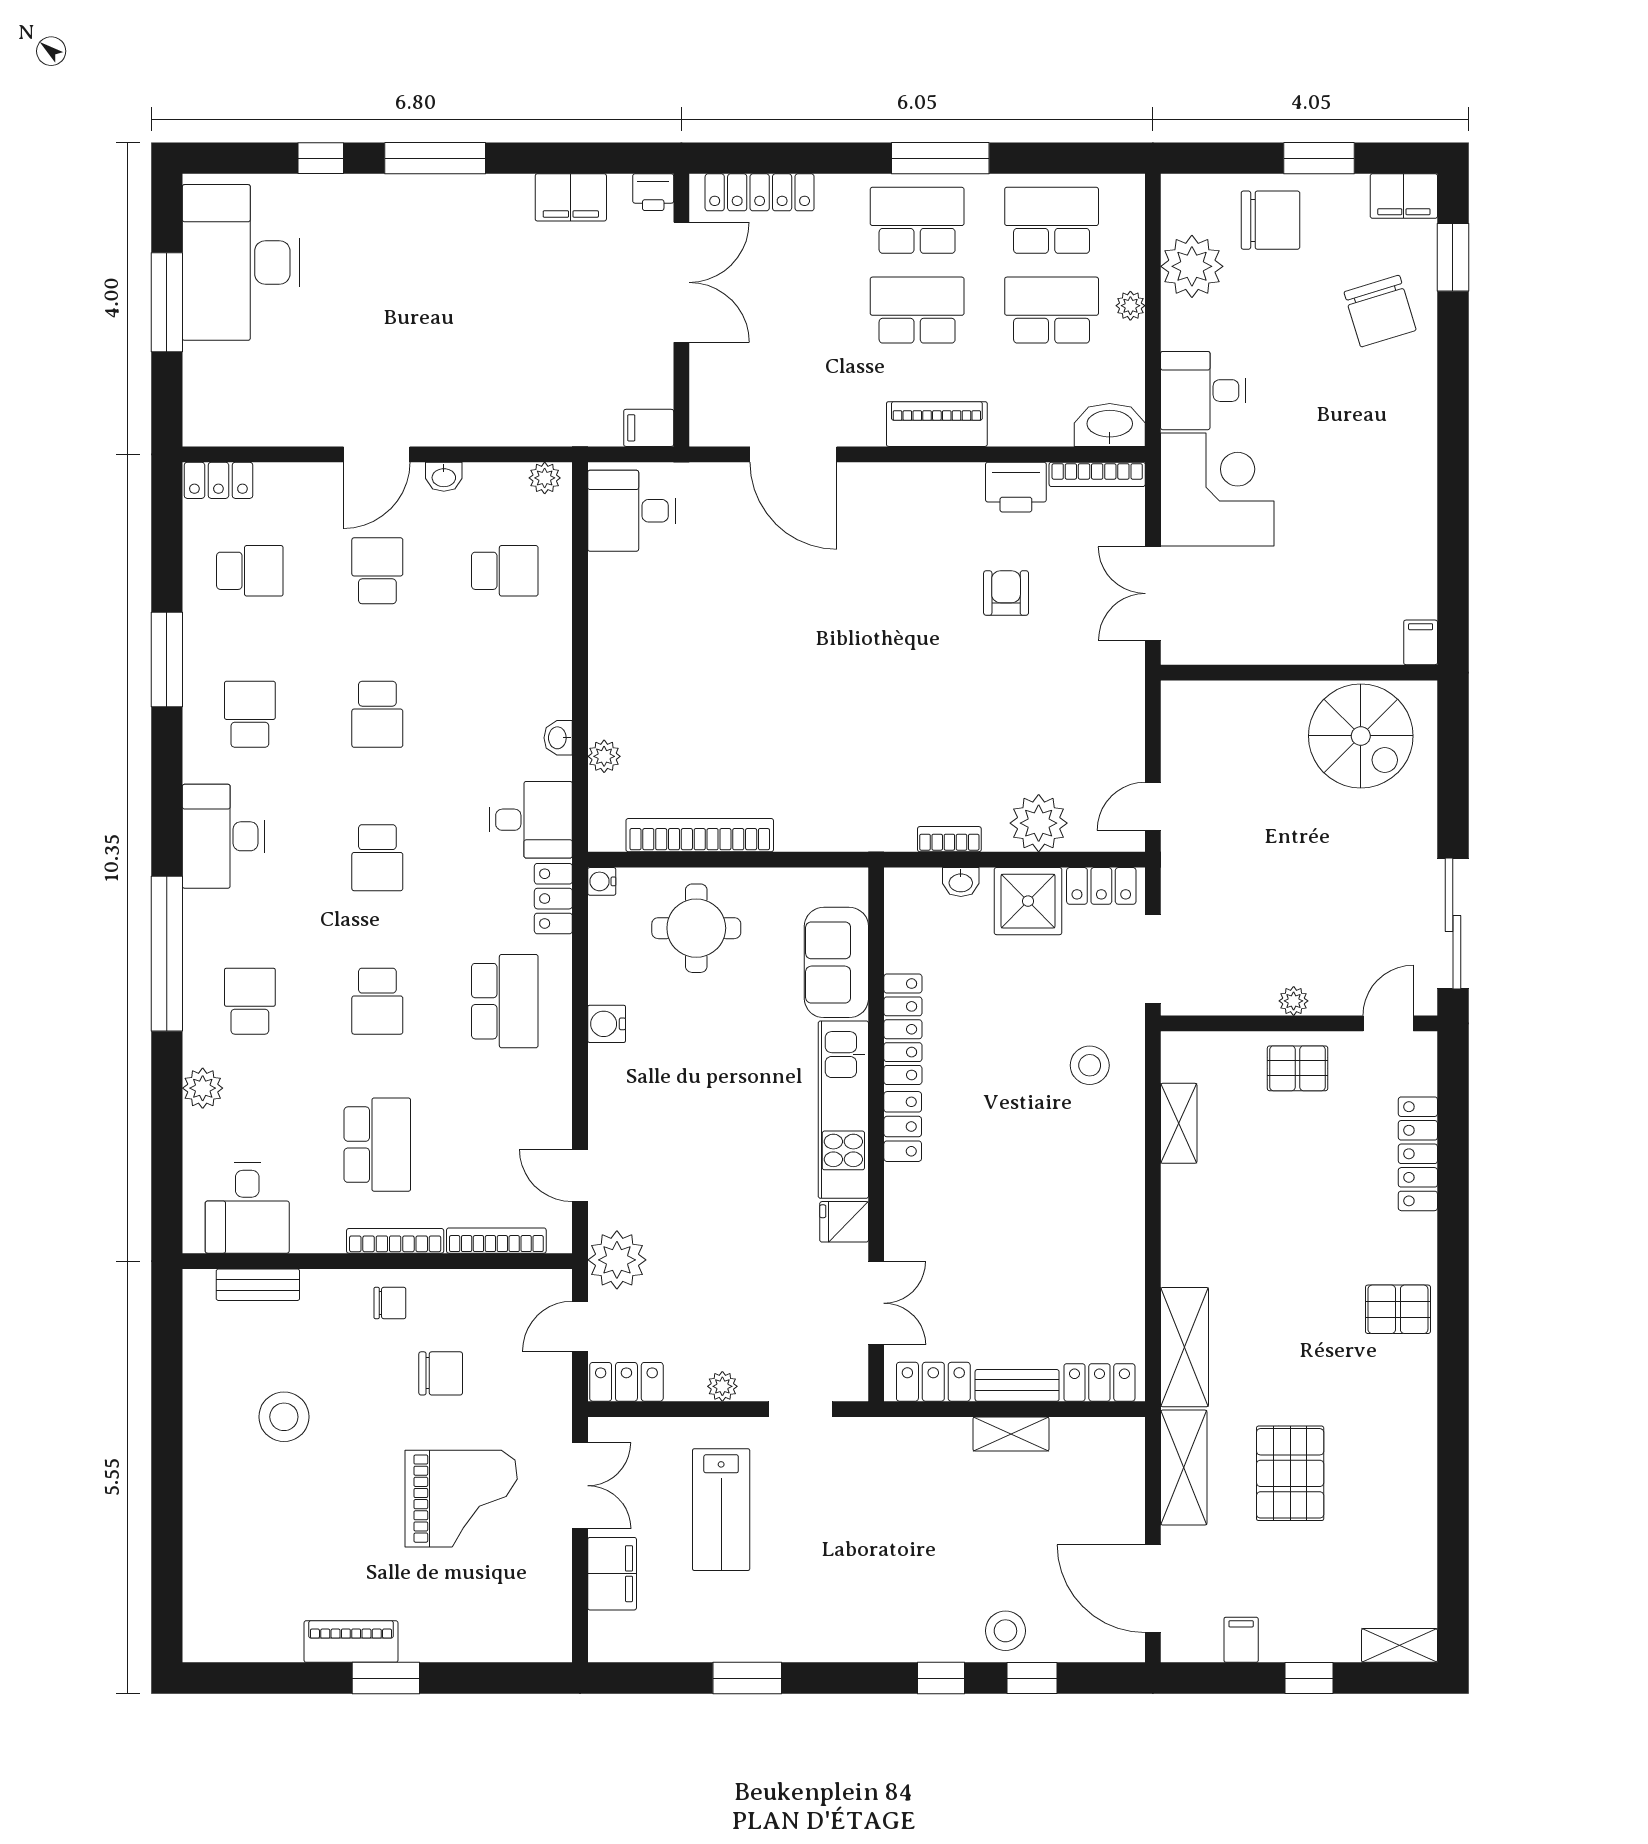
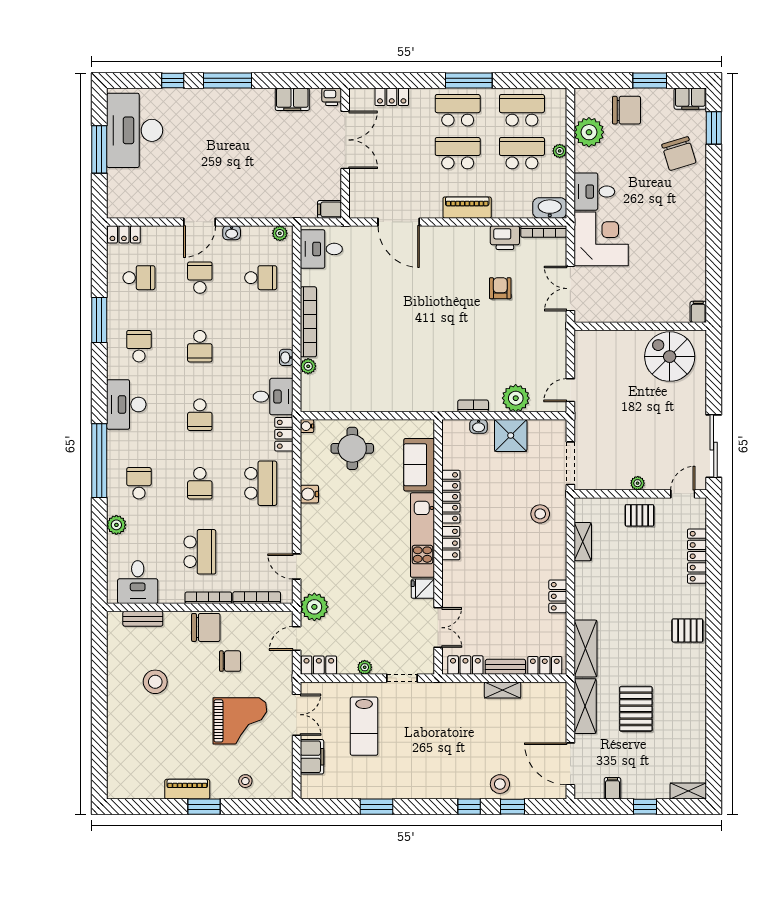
locker: (760, 192) -> (392, 97), width x0.66
spiral stairs: (1361, 736) -> (670, 357), turned 180
bookcase: (700, 835) -> (308, 322), moved, turned 90
locker: (1101, 886) -> (558, 596), moved, turned 90
chair: (390, 1303) -> (206, 627), width x1.87, depth x1.87
stool: (473, 1625) -> (245, 781), added

